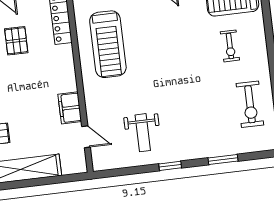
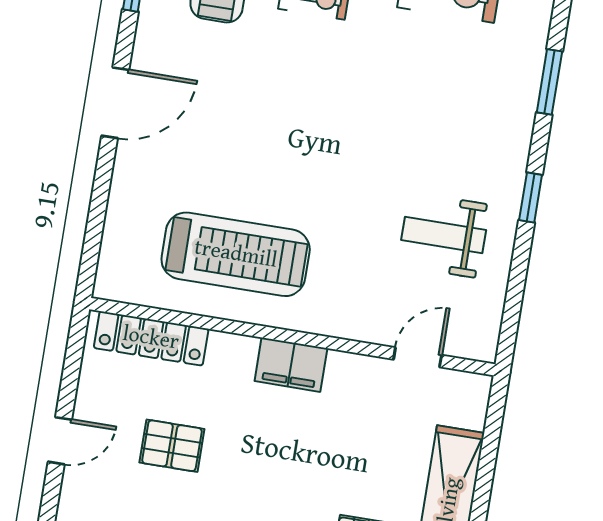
filing cabinet: (70, 108) -> (291, 365), moved
weight bench: (143, 133) -> (444, 235), turned 180

